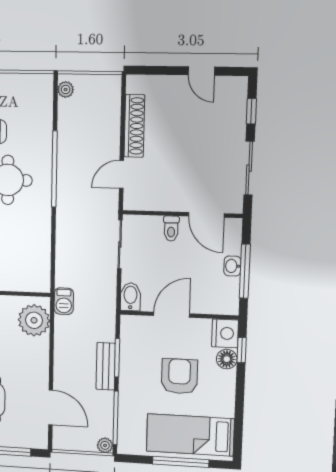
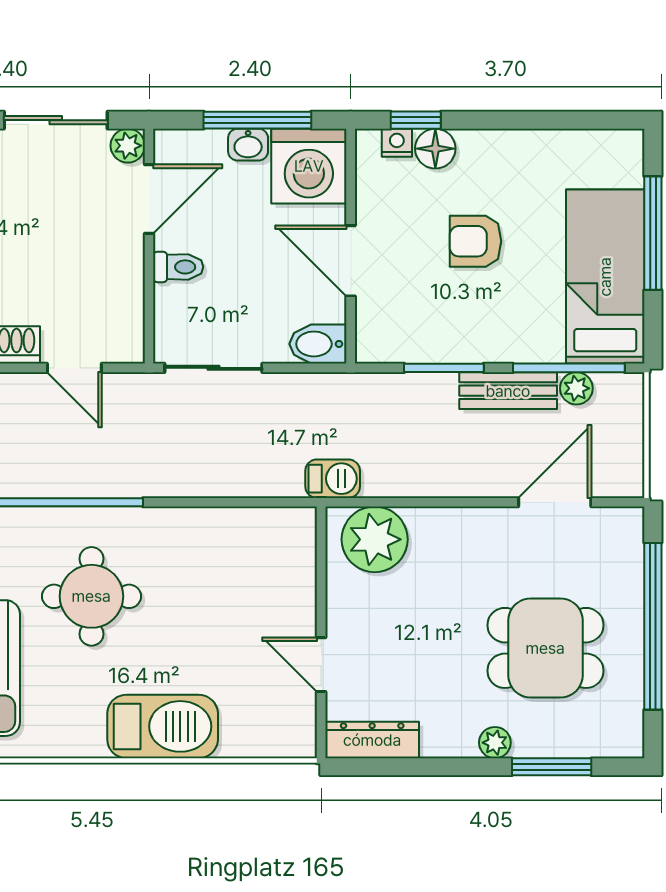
plant: (234, 205) -> (128, 146), added
washing machine: (220, 296) -> (309, 166), added
nightstand: (225, 333) -> (397, 143), width x0.53, depth x0.56
bench: (106, 366) -> (508, 391), moved
armchair: (179, 376) -> (475, 241), width x0.72, depth x0.72
bed: (190, 435) -> (605, 277), moved, turned 180
plant: (105, 445) -> (576, 388), moved

